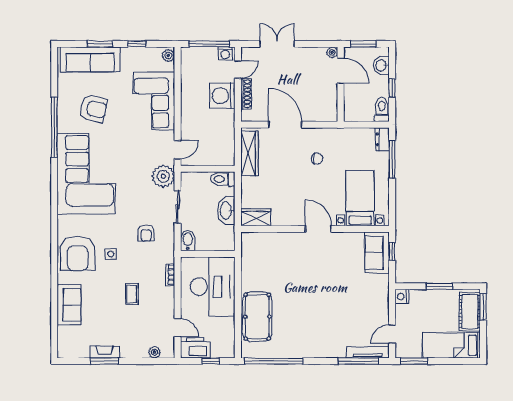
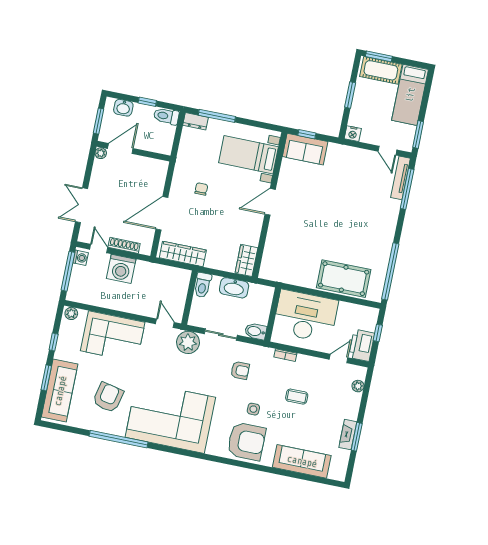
sofa: (69, 305) -> (302, 461), width x1.36

